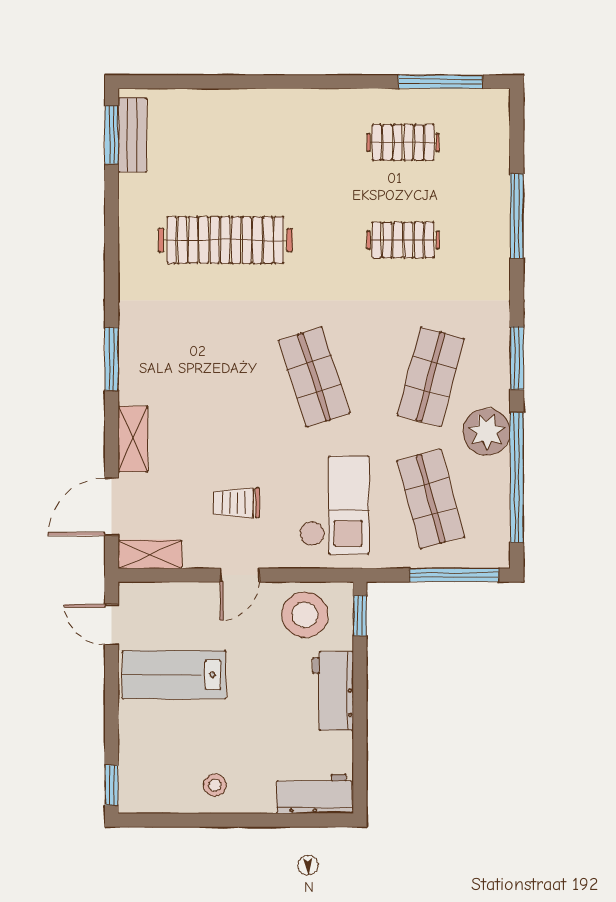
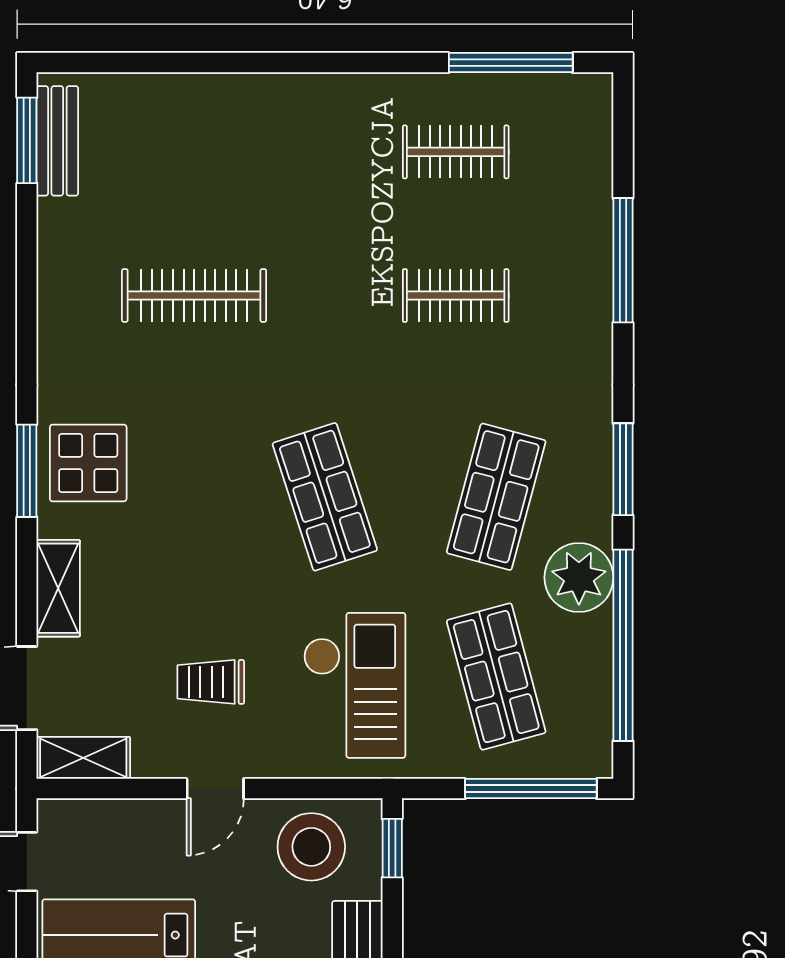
clothes rail: (225, 240) -> (194, 295), width x0.73, depth x0.76
display table: (153, 354) -> (88, 463), added

